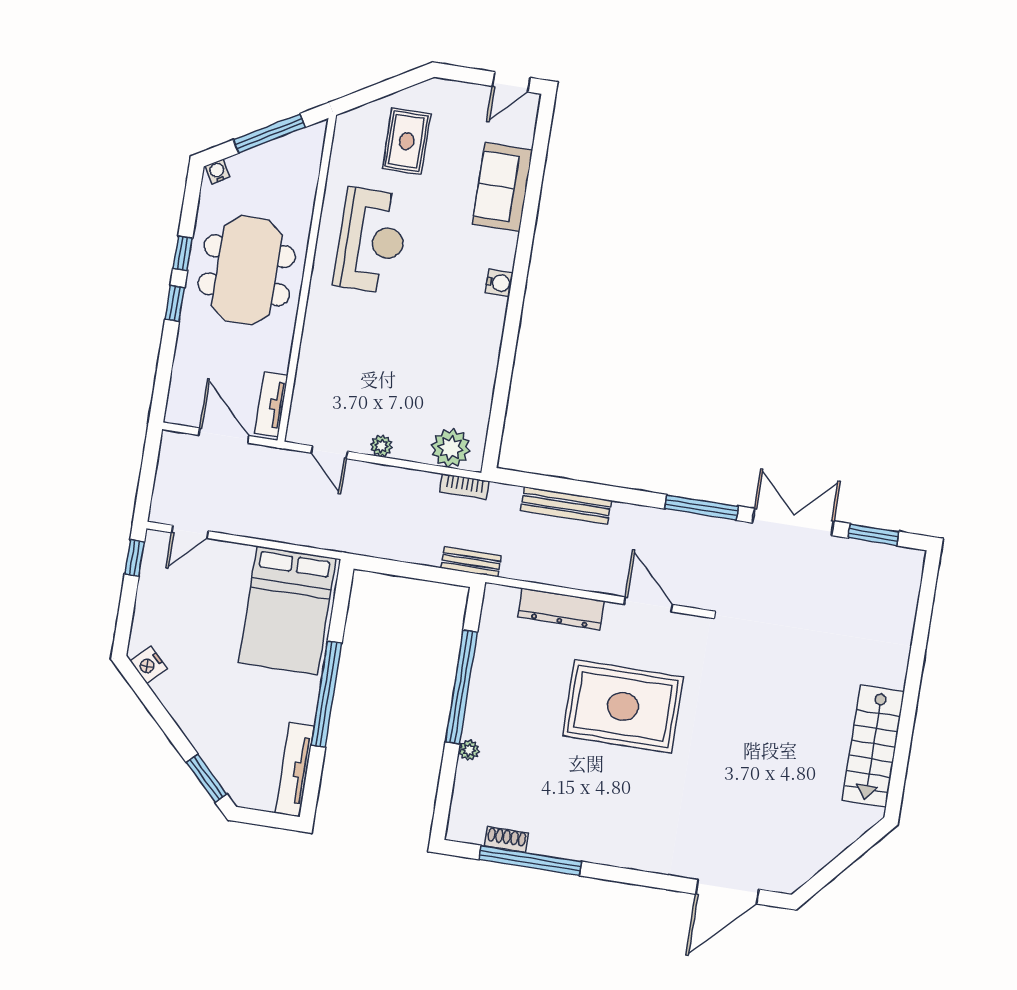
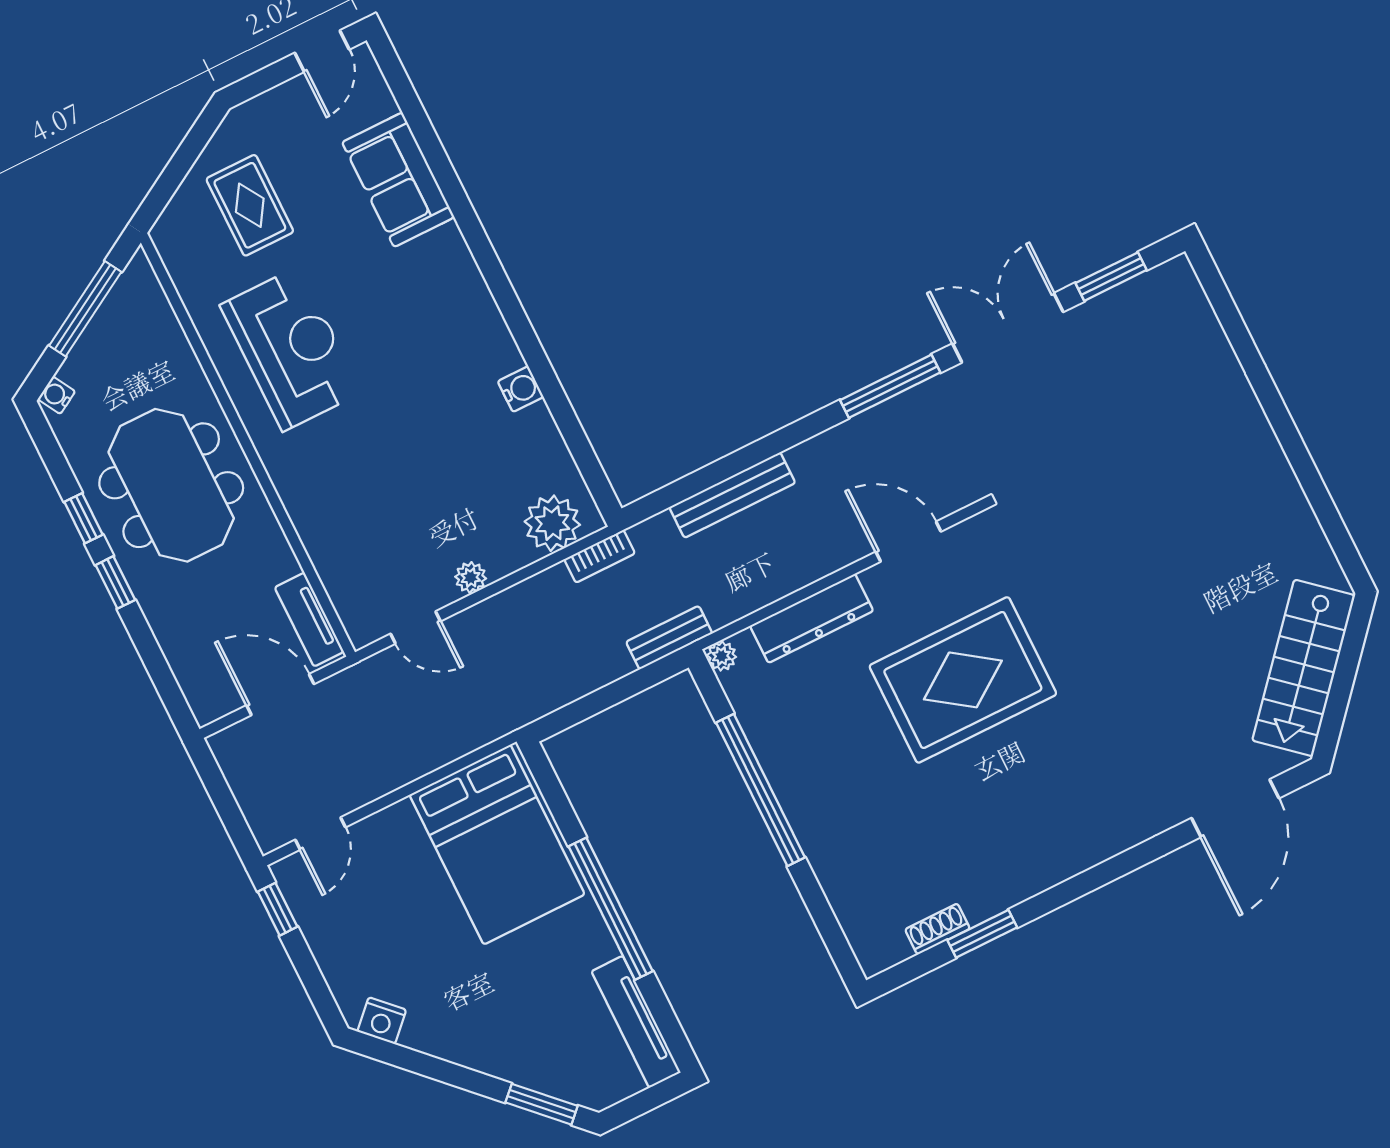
water cooler: (499, 283) -> (521, 389), moved
stairs: (873, 746) -> (1304, 668), moved, turned 41
plant: (469, 750) -> (722, 656), moved
window: (530, 861) -> (982, 934), width x0.47

